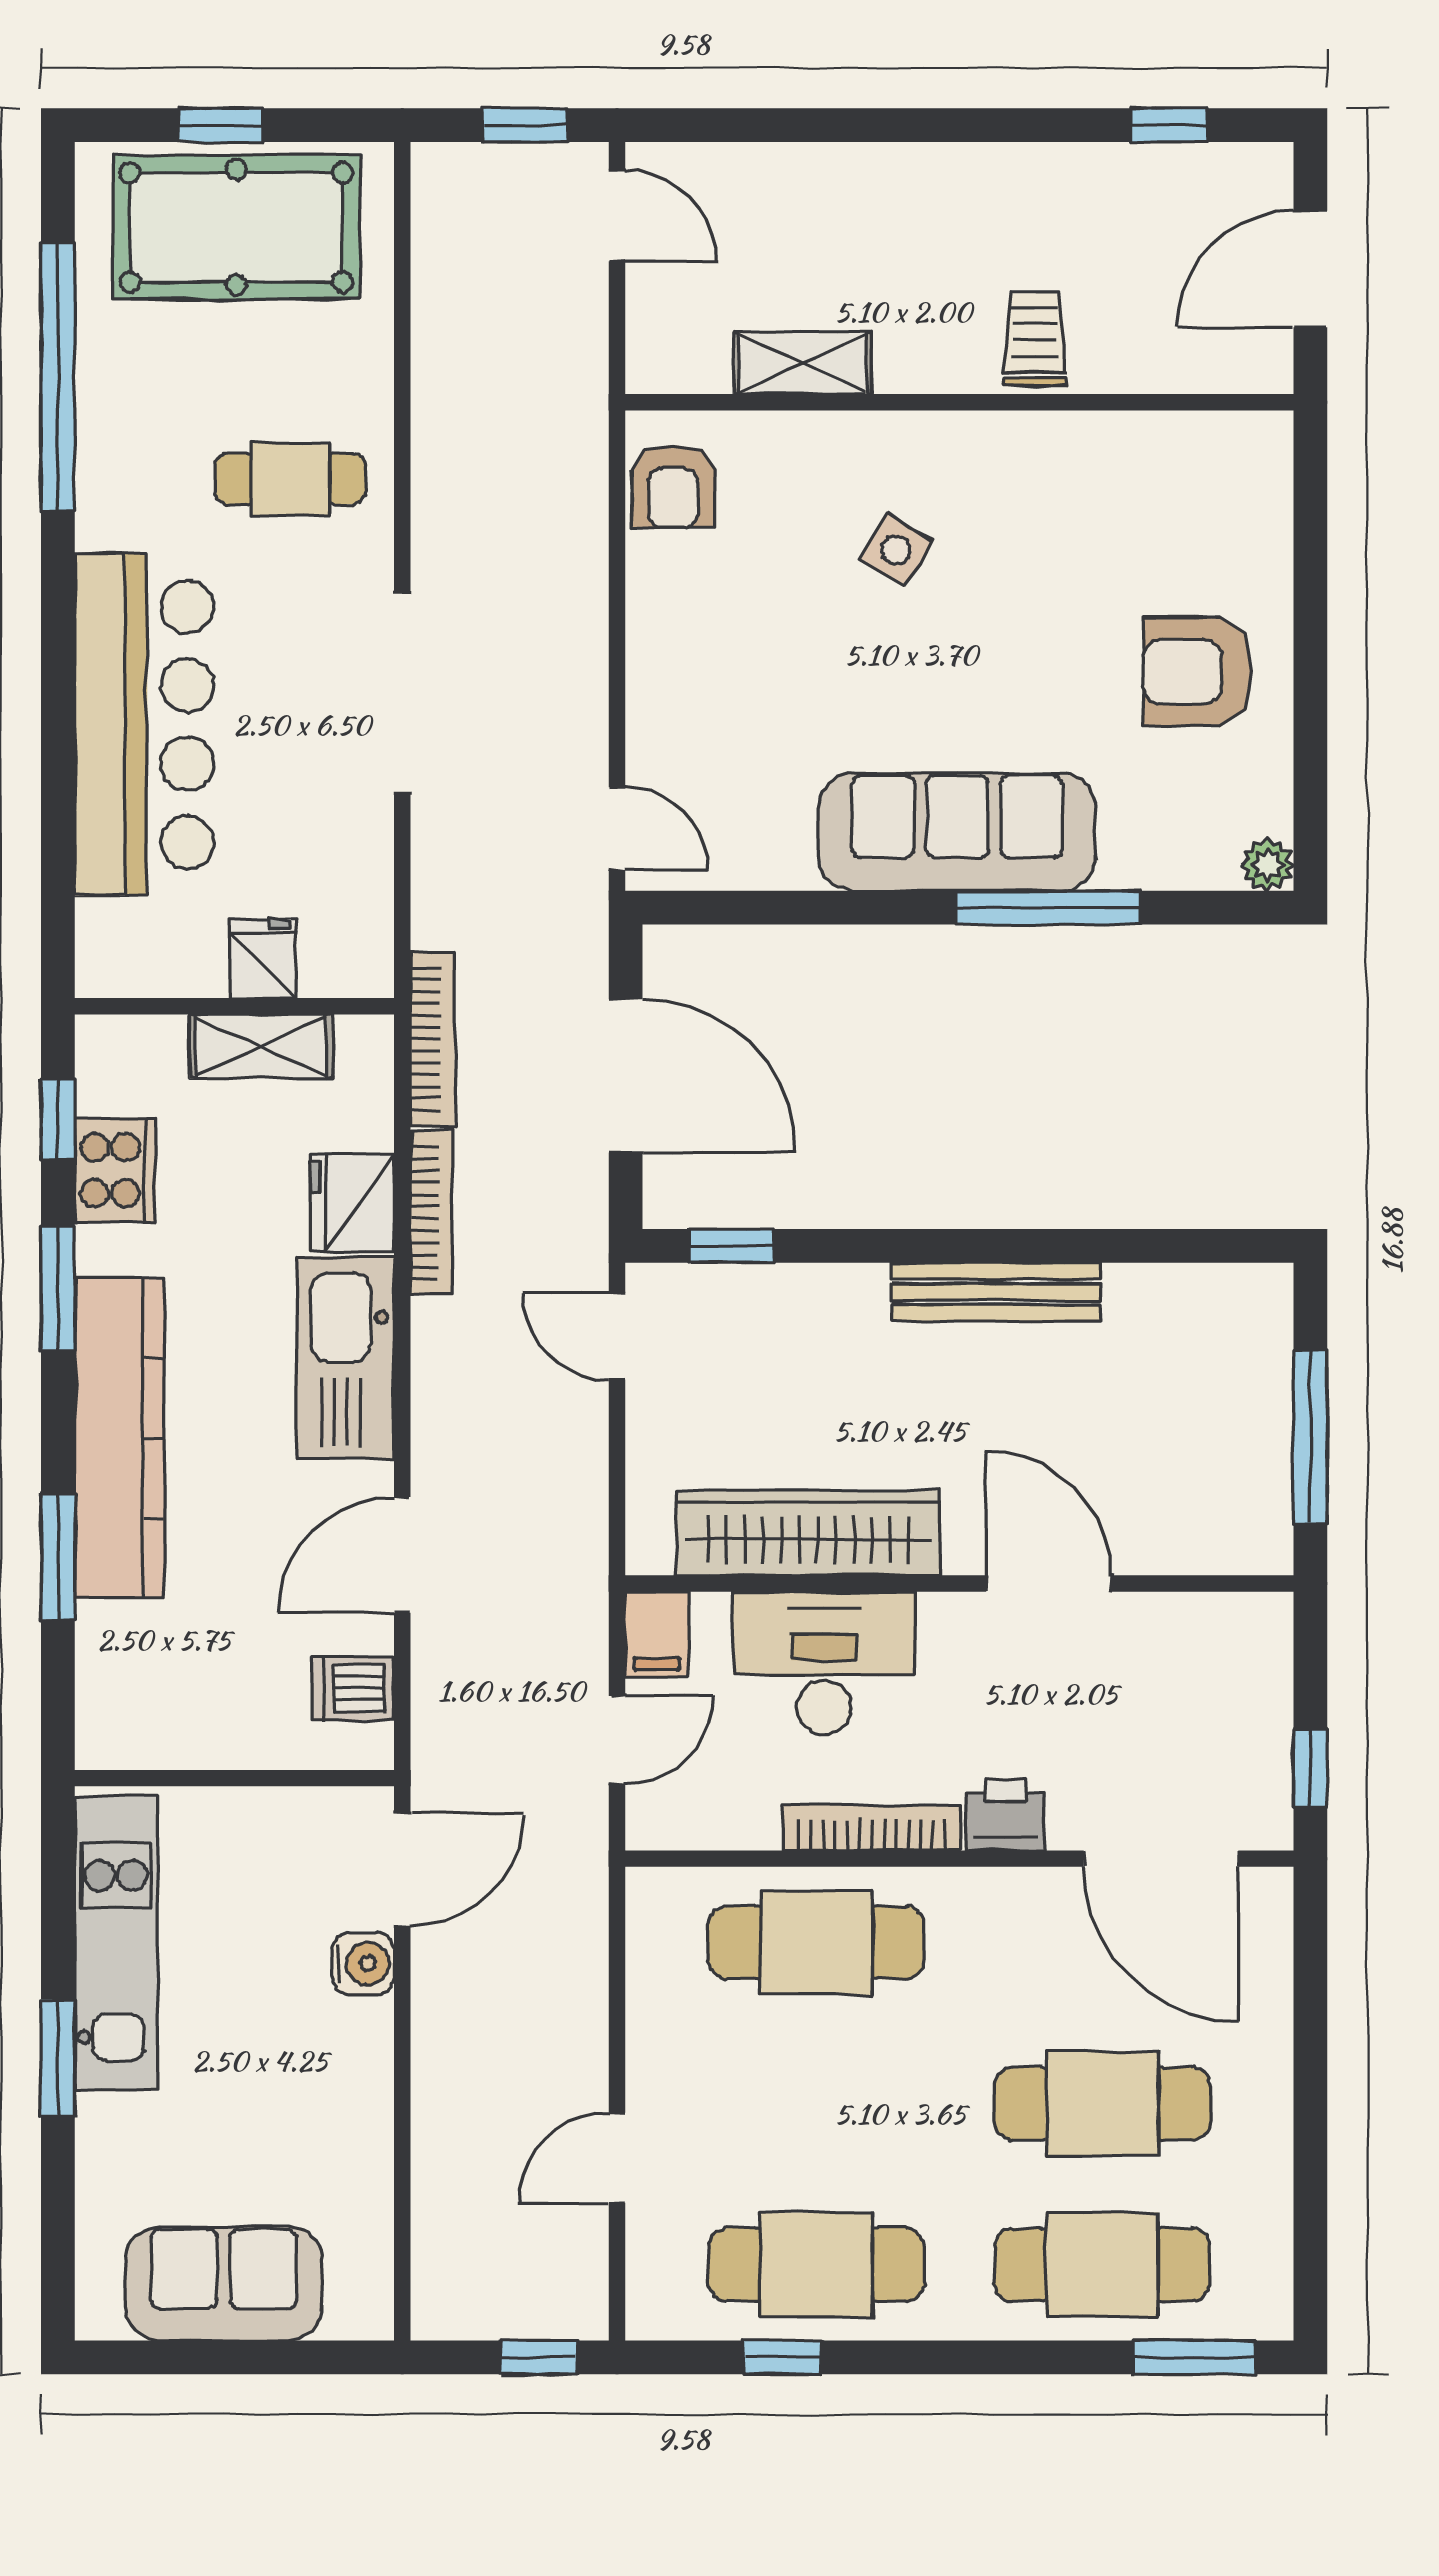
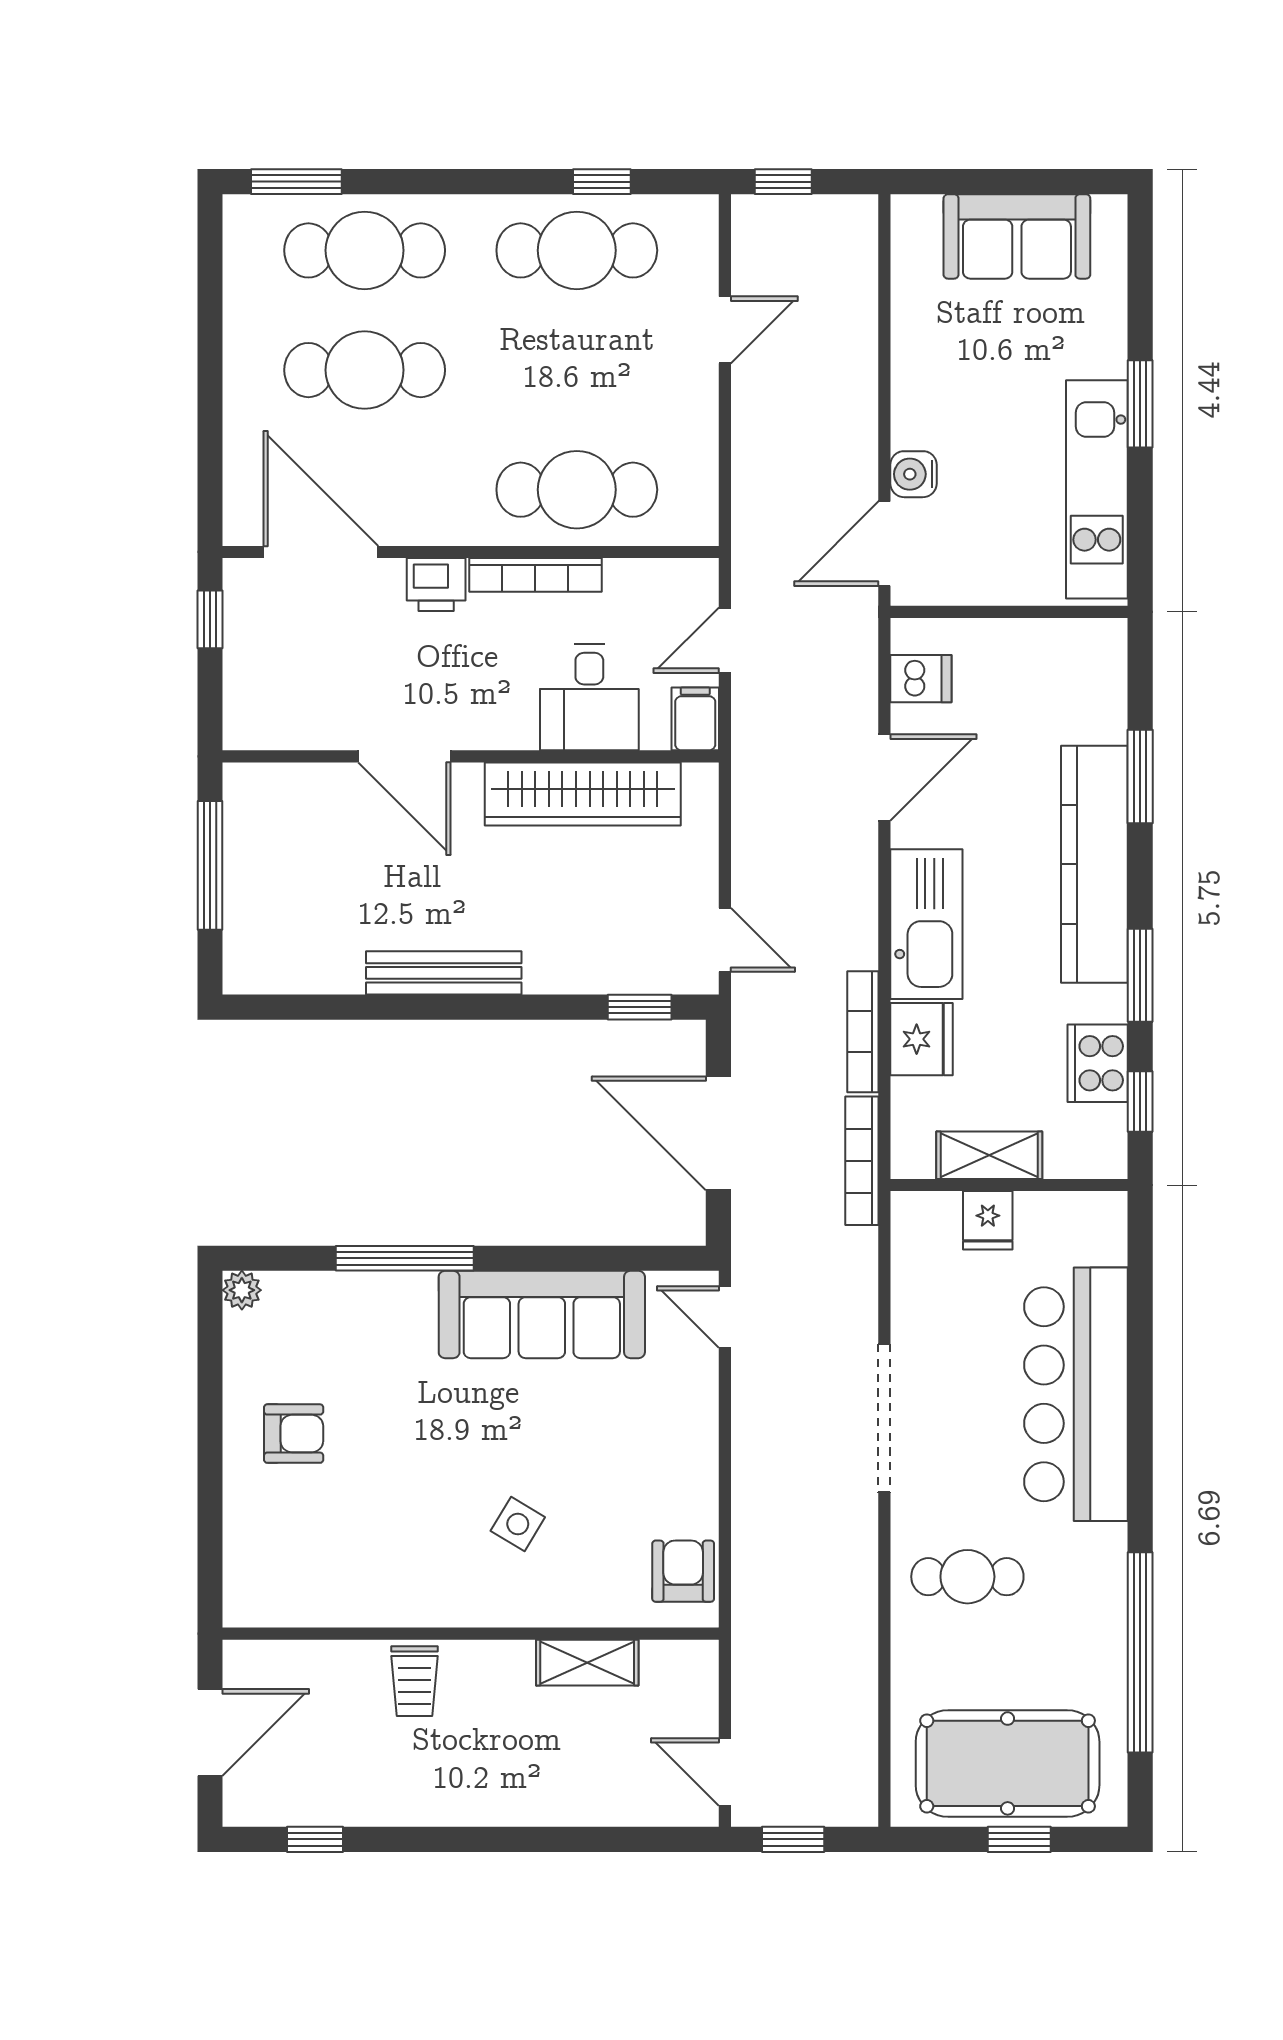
armchair: (1198, 672) -> (294, 1434), width x0.72, depth x0.72
sofa: (957, 832) -> (542, 1315), moved
desk: (824, 1663) -> (589, 697), width x0.73

